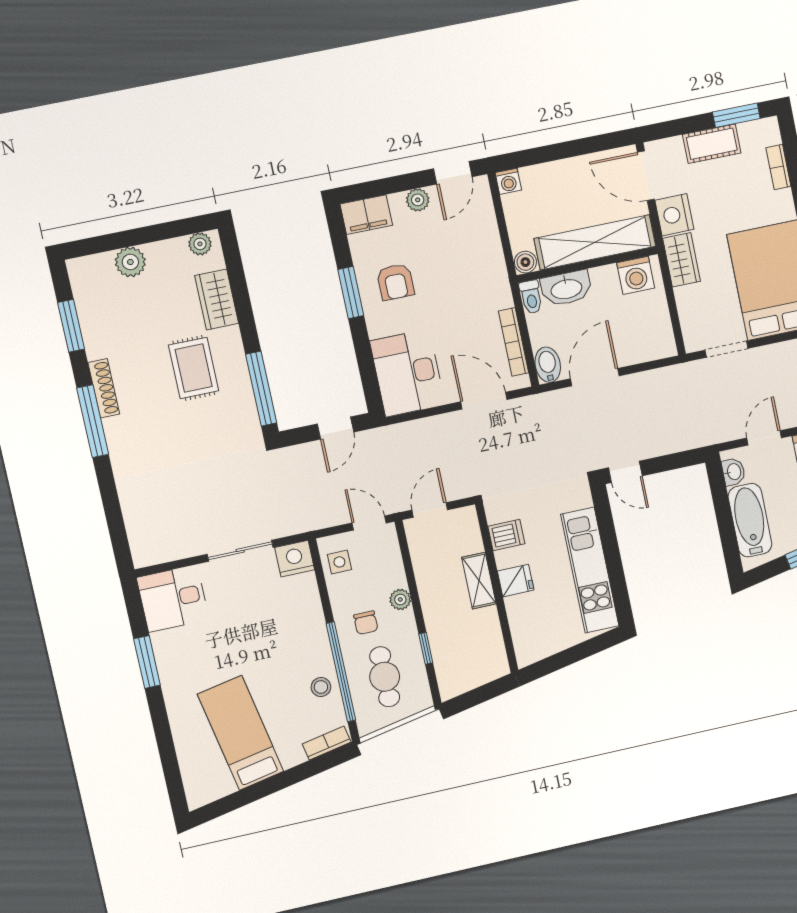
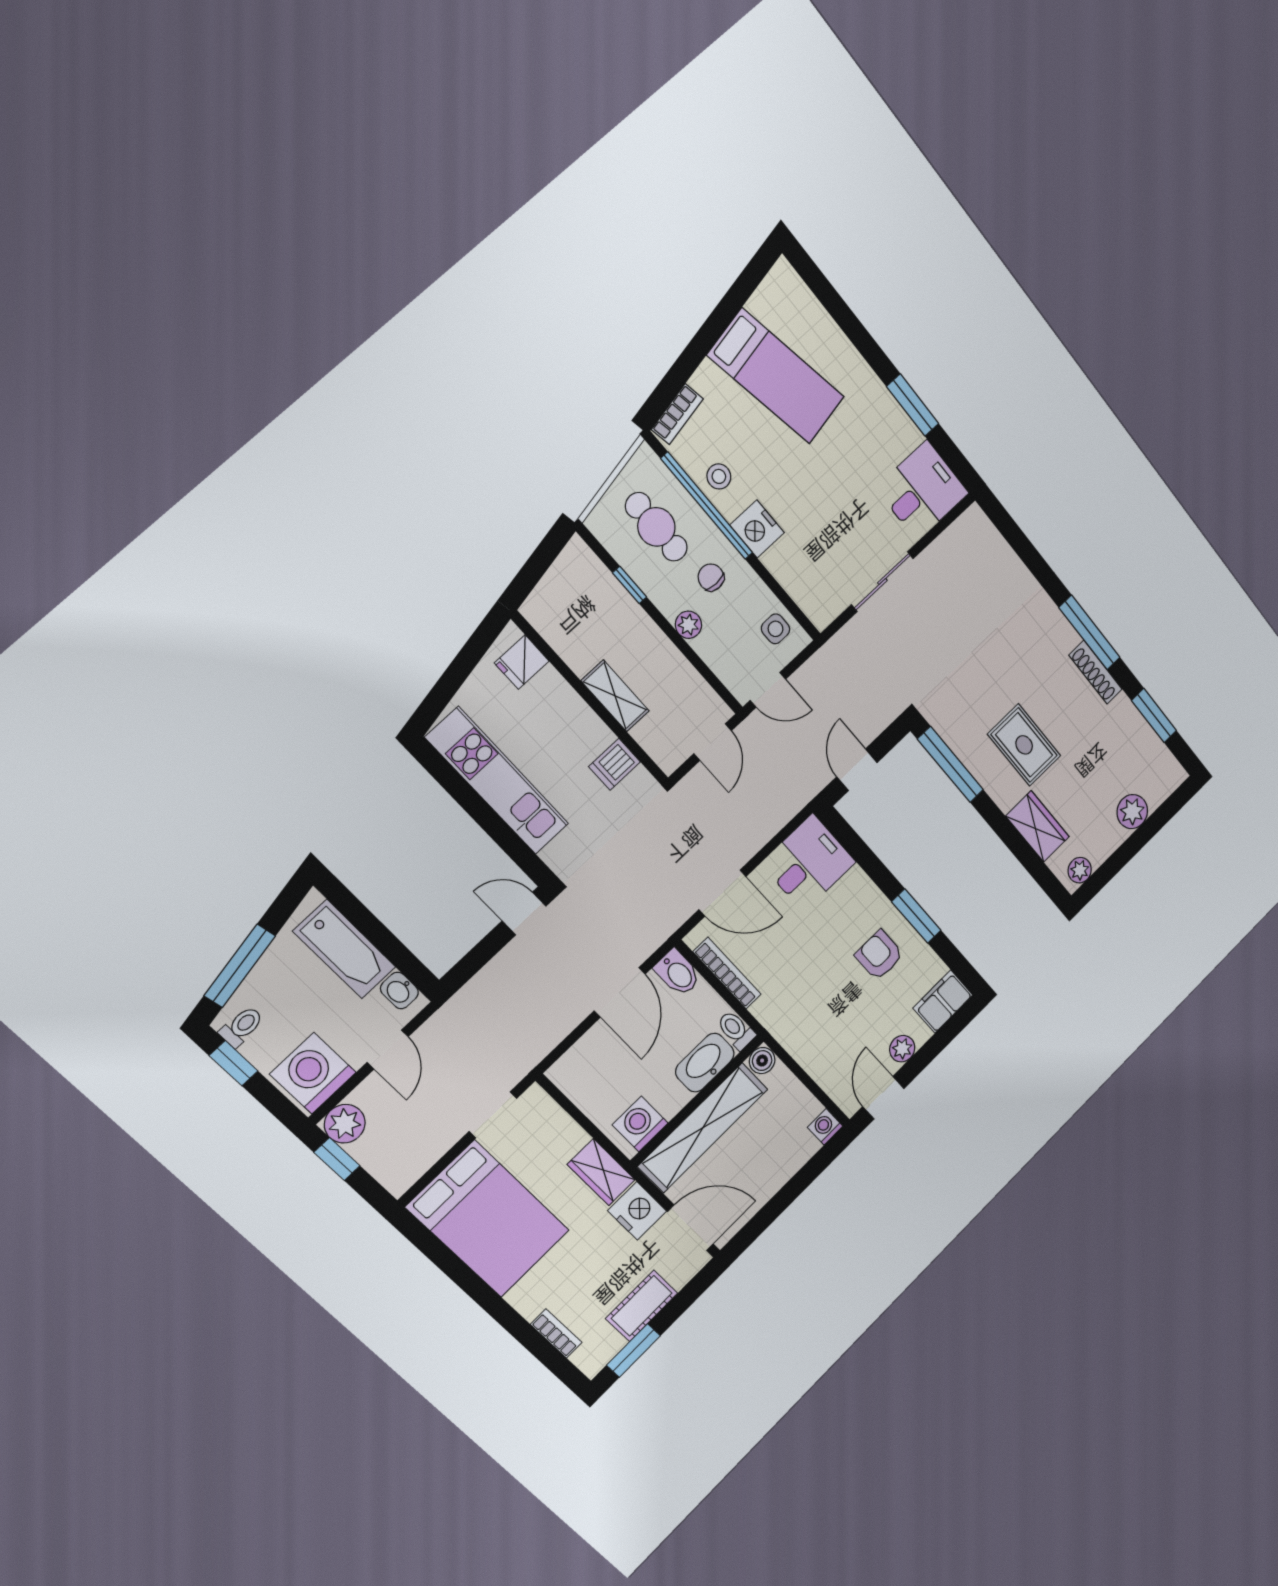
desk: (408, 373) -> (808, 863), width x0.73
nightstand: (295, 559) -> (757, 529), moved, turned 90
fridge: (516, 581) -> (522, 662), moved

